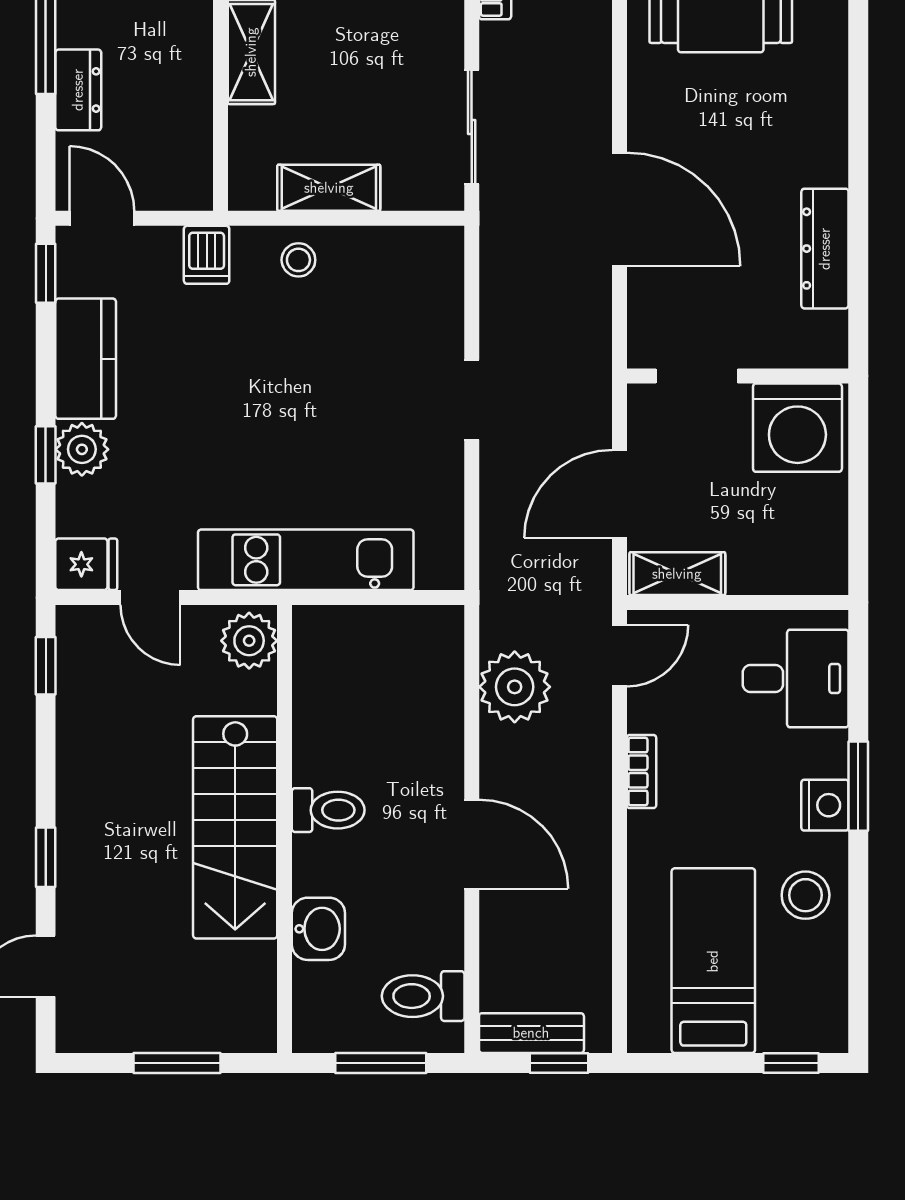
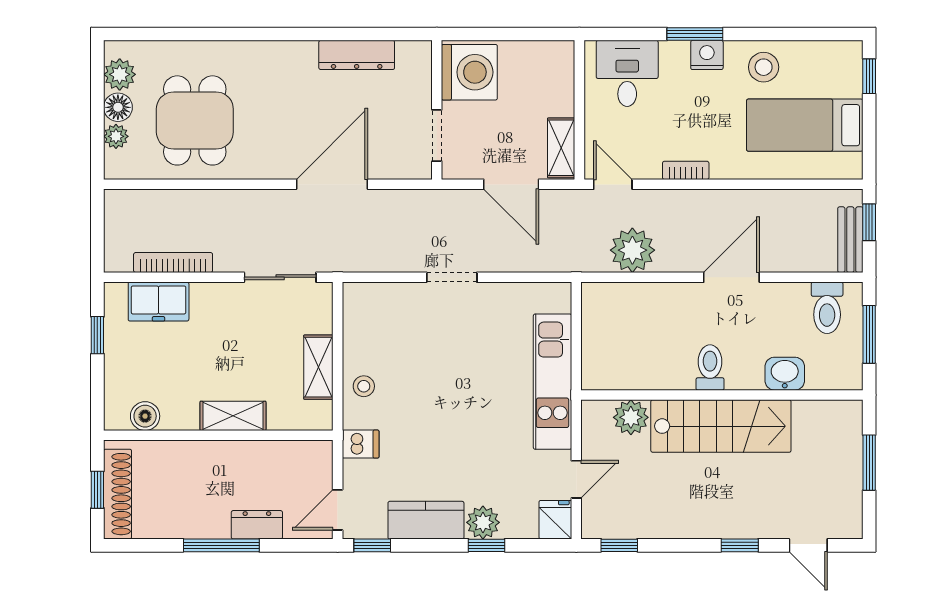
plant: (249, 641) -> (631, 417), moved

